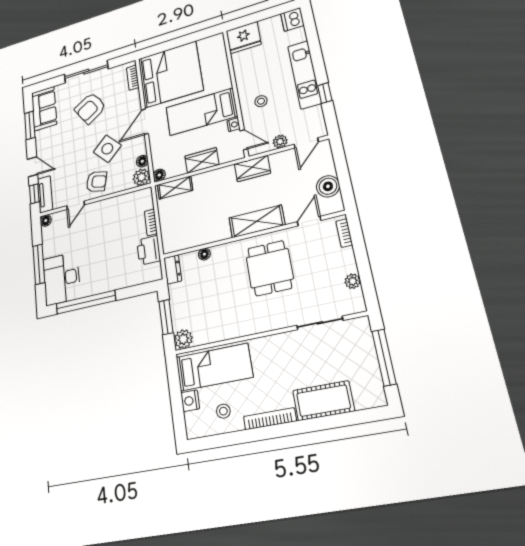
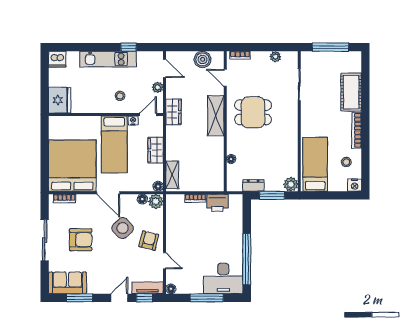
armchair: (90, 108) -> (81, 240), turned -57
dresser: (173, 269) -> (253, 185), moved
nightstand: (190, 401) -> (355, 185), moved

